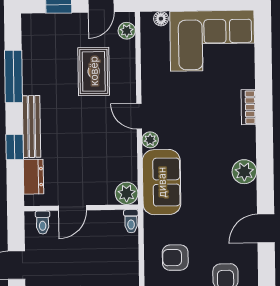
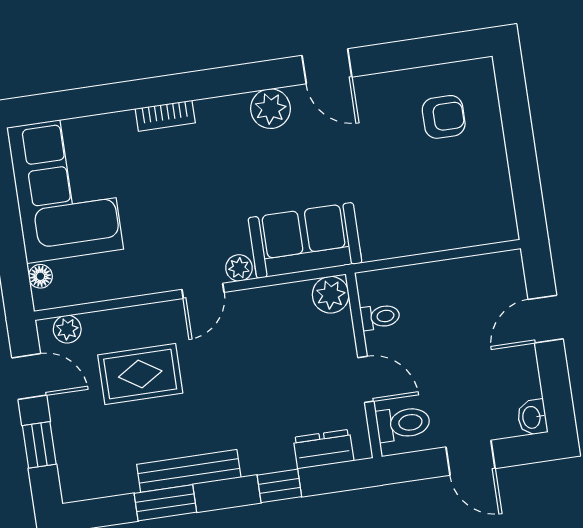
window: (14, 76) -> (165, 503), width x0.69
bench: (31, 127) -> (189, 471), moved
toilet: (131, 221) -> (380, 317), moved
toilet: (43, 223) -> (403, 423), width x1.37, depth x1.39
door: (266, 228) -> (327, 66), moved
armchair: (175, 258) -> (424, 202), removed

